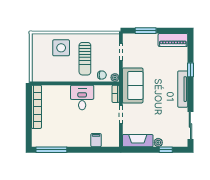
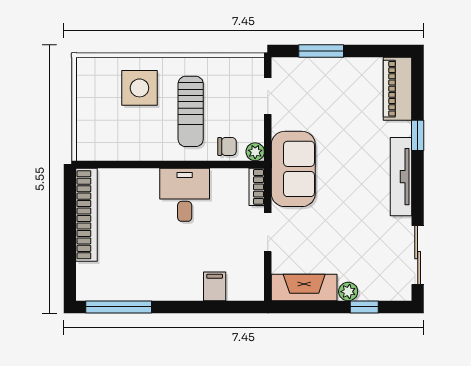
piano: (173, 40) -> (397, 89), moved, turned 90

